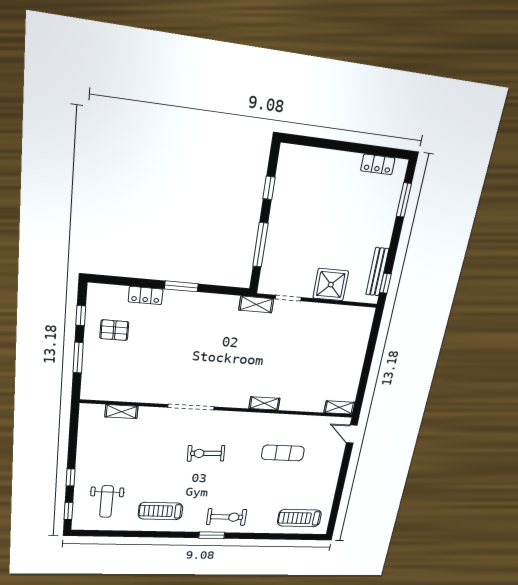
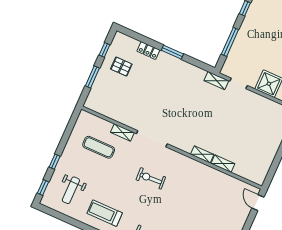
shelving: (339, 407) -> (223, 164), moved
shelving: (121, 412) -> (122, 132), moved
exercise mat: (283, 453) -> (99, 147), moved

